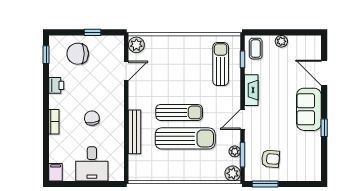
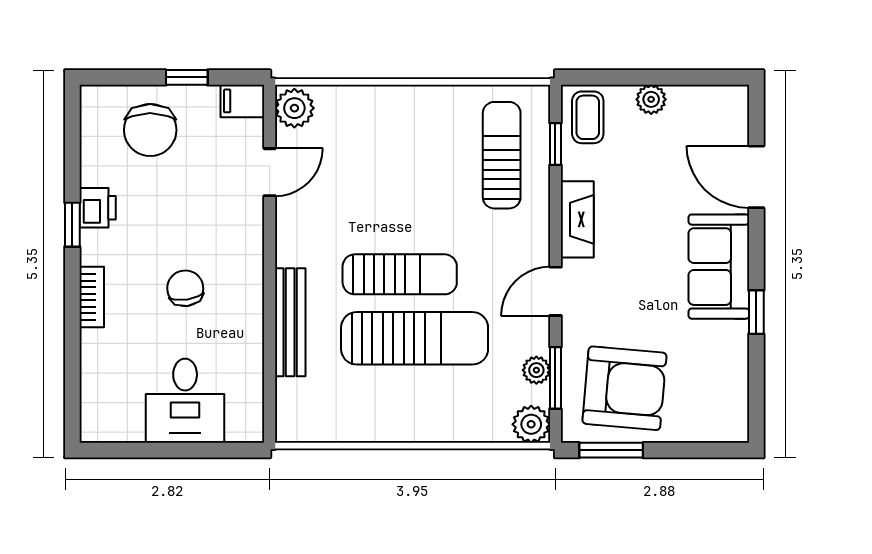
chair: (78, 54) -> (150, 130), turned -90
window: (46, 55) -> (72, 225), moved
armchair: (271, 159) -> (624, 388), width x1.88, depth x1.88
filing cabinet: (56, 172) -> (242, 101), moved, turned -90

